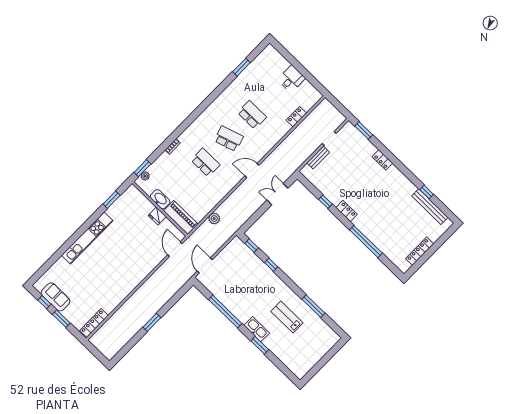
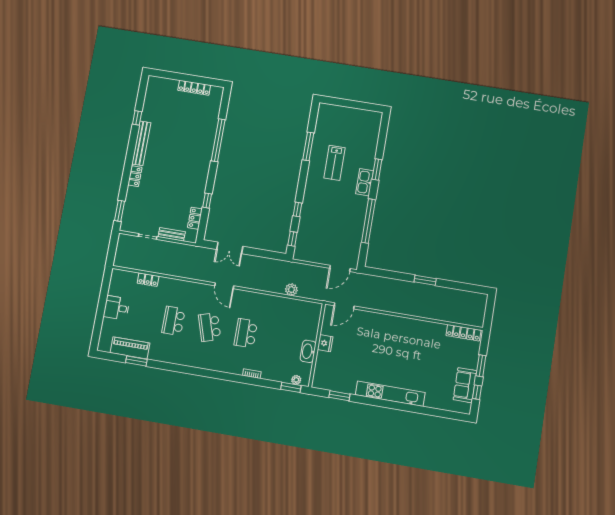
bench: (430, 207) -> (141, 143), moved
locker: (347, 211) -> (195, 218), moved
piano: (181, 217) -> (130, 348), moved, turned 90

